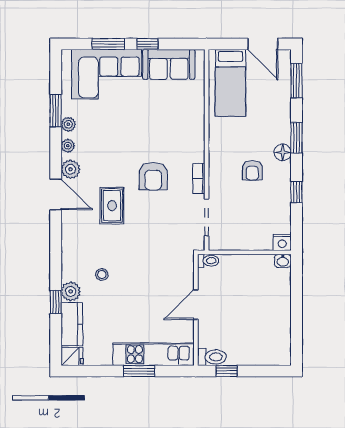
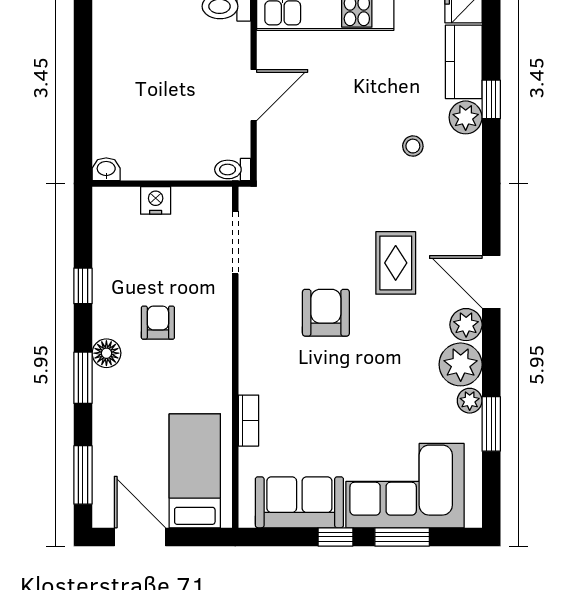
plant: (68, 146) -> (461, 364), width x1.87, depth x1.87
bookcase: (199, 179) -> (249, 421), moved
nightstand: (282, 242) -> (156, 200), moved

